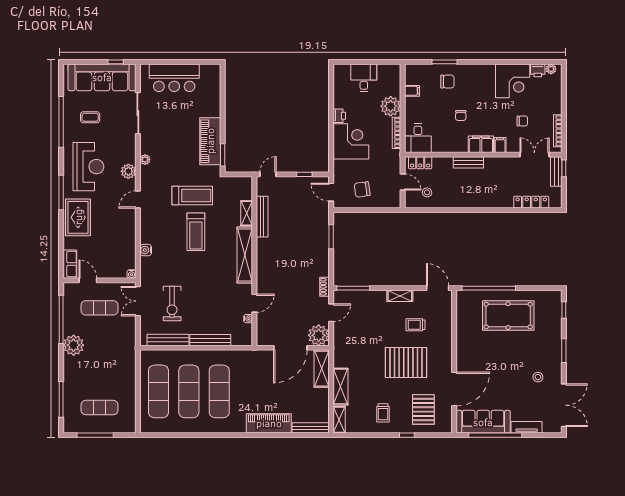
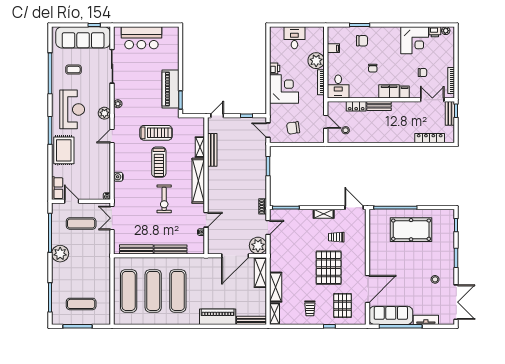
locker: (420, 163) -> (356, 106), moved
exercise bike: (172, 303) -> (164, 199), moved
pallet: (406, 363) -> (329, 268), turned 90

